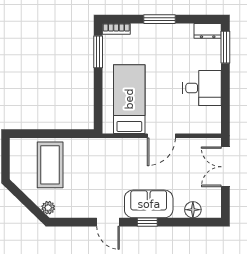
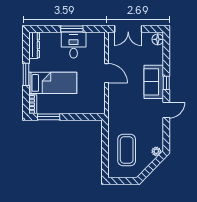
dresser: (208, 31) -> (34, 45), width x1.44
window: (225, 47) -> (72, 29), moved
bed: (129, 99) -> (53, 83), moved, turned 180
coffee table: (50, 165) -> (127, 150), turned 90
floor lamp: (193, 210) -> (158, 39), moved

